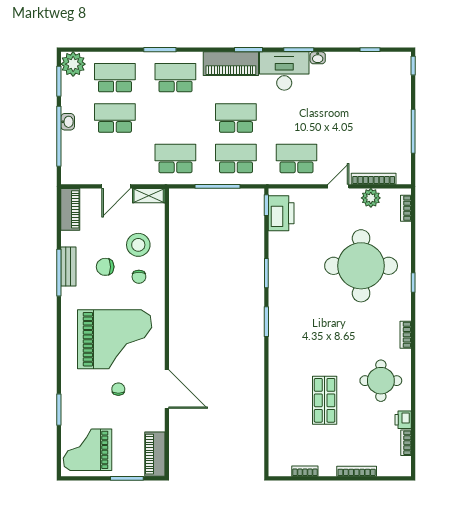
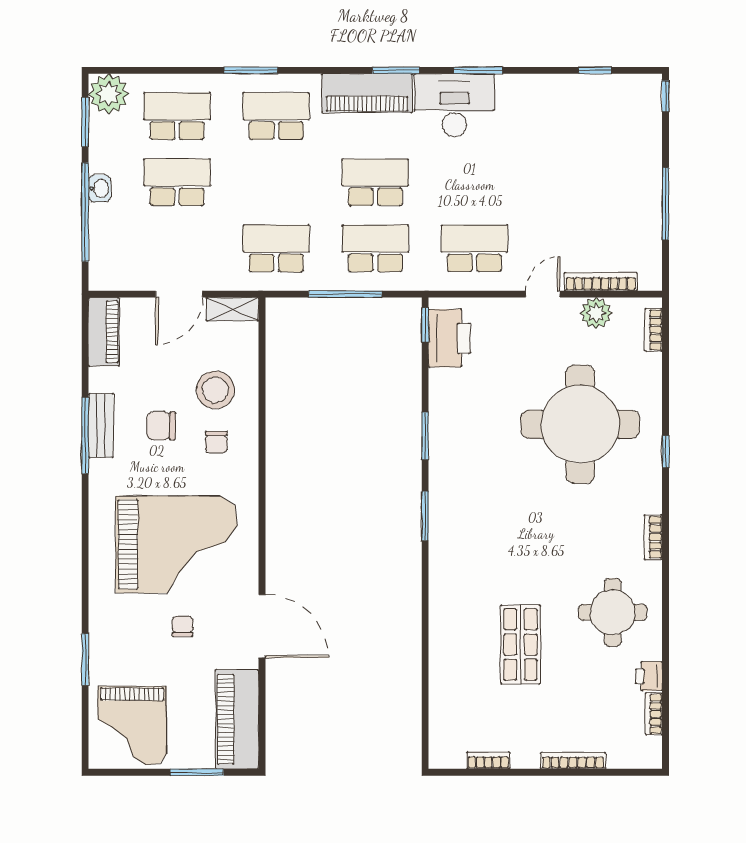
washbasin: (318, 58) -> (509, 84), removed
grand piano: (87, 450) -> (132, 726), turned -90
piano: (155, 454) -> (237, 719), width x1.37, depth x1.33

